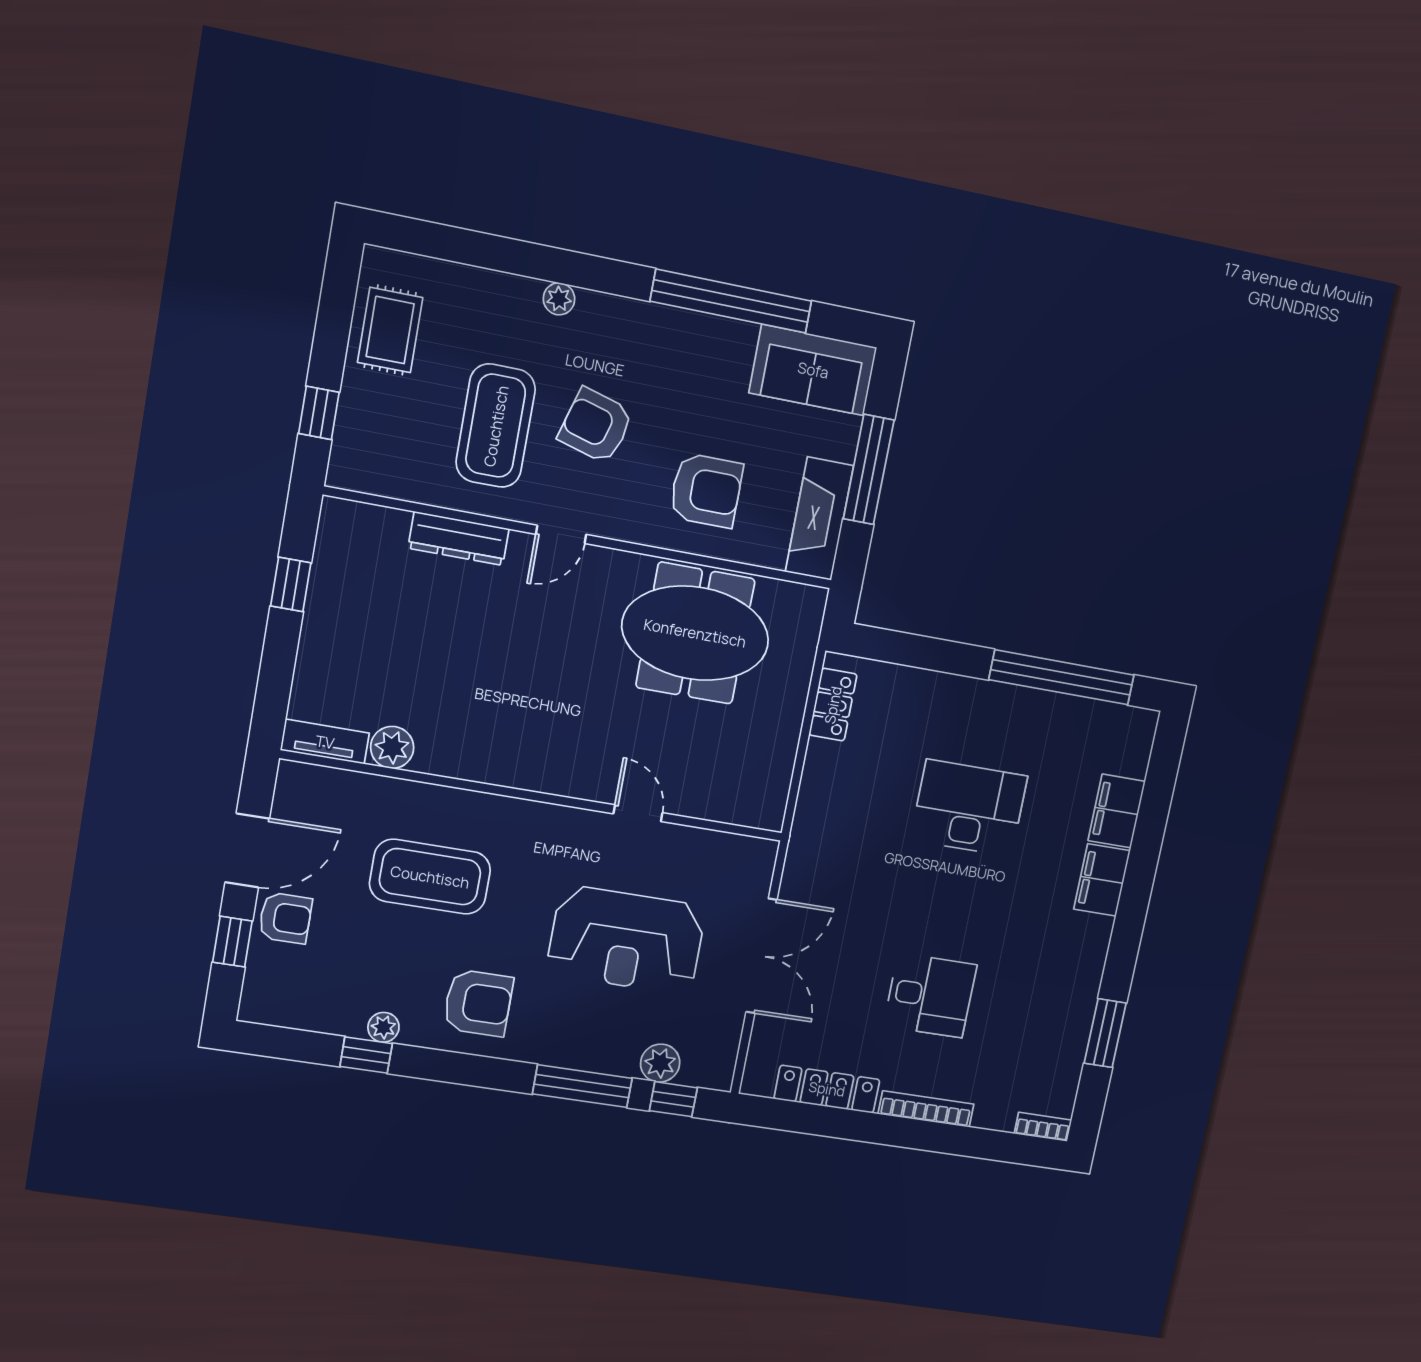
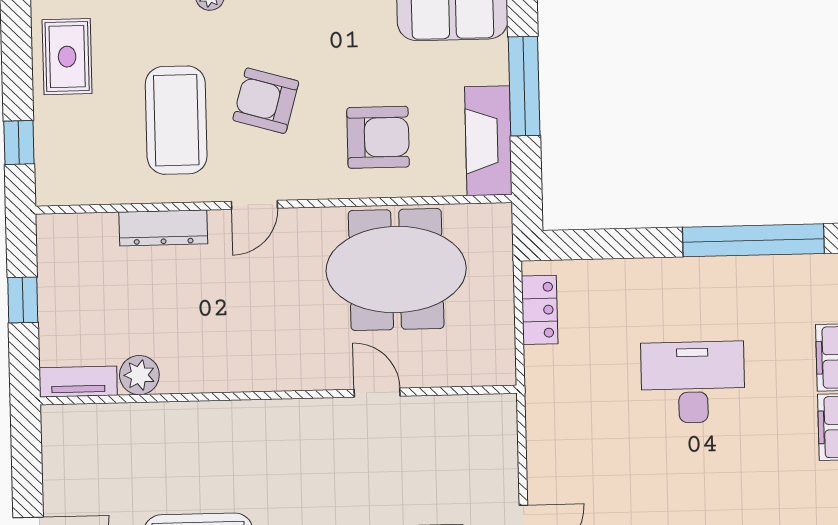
tv unit: (325, 742) -> (78, 382), moved
plant: (392, 747) -> (139, 375), moved
wall: (535, 796) -> (278, 395), moved
door: (638, 813) -> (377, 393), moved

